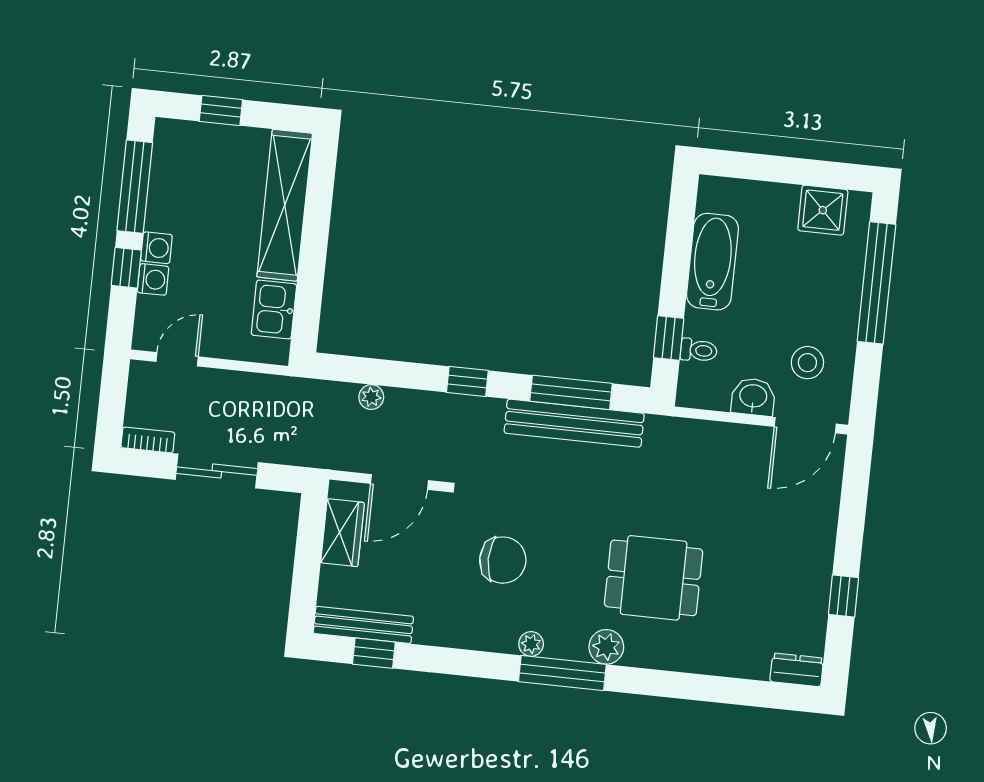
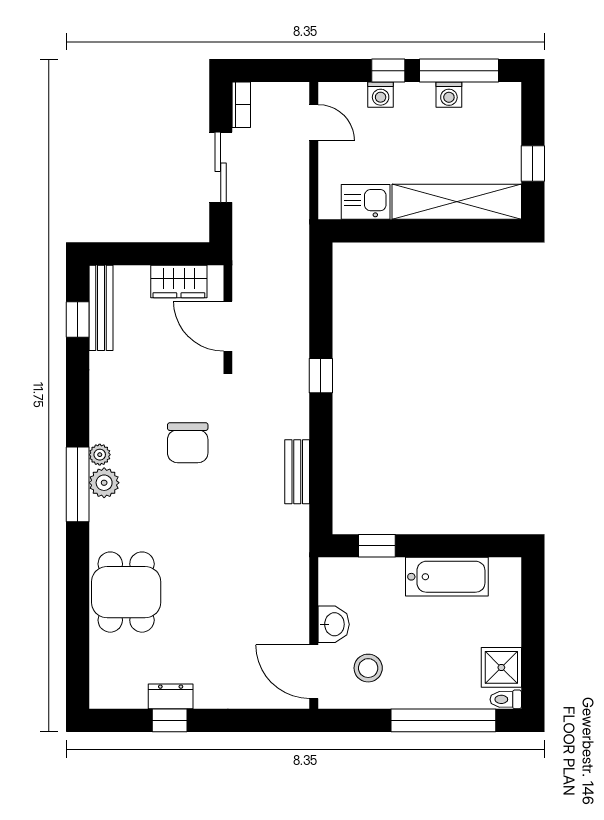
window: (221, 110) -> (533, 163), moved
washing machine: (156, 248) -> (449, 95), moved
toilet: (699, 350) -> (506, 699), moved, turned 90
window: (571, 392) -> (321, 466), removed
plant: (371, 397) -> (299, 294), removed
bench: (574, 423) -> (297, 472), width x0.54, depth x0.82
chair: (503, 560) -> (188, 443), moved
dining table: (654, 578) -> (126, 592), moved
plant: (606, 647) -> (104, 483), moved
dresser: (797, 670) -> (171, 696), moved, turned -90

